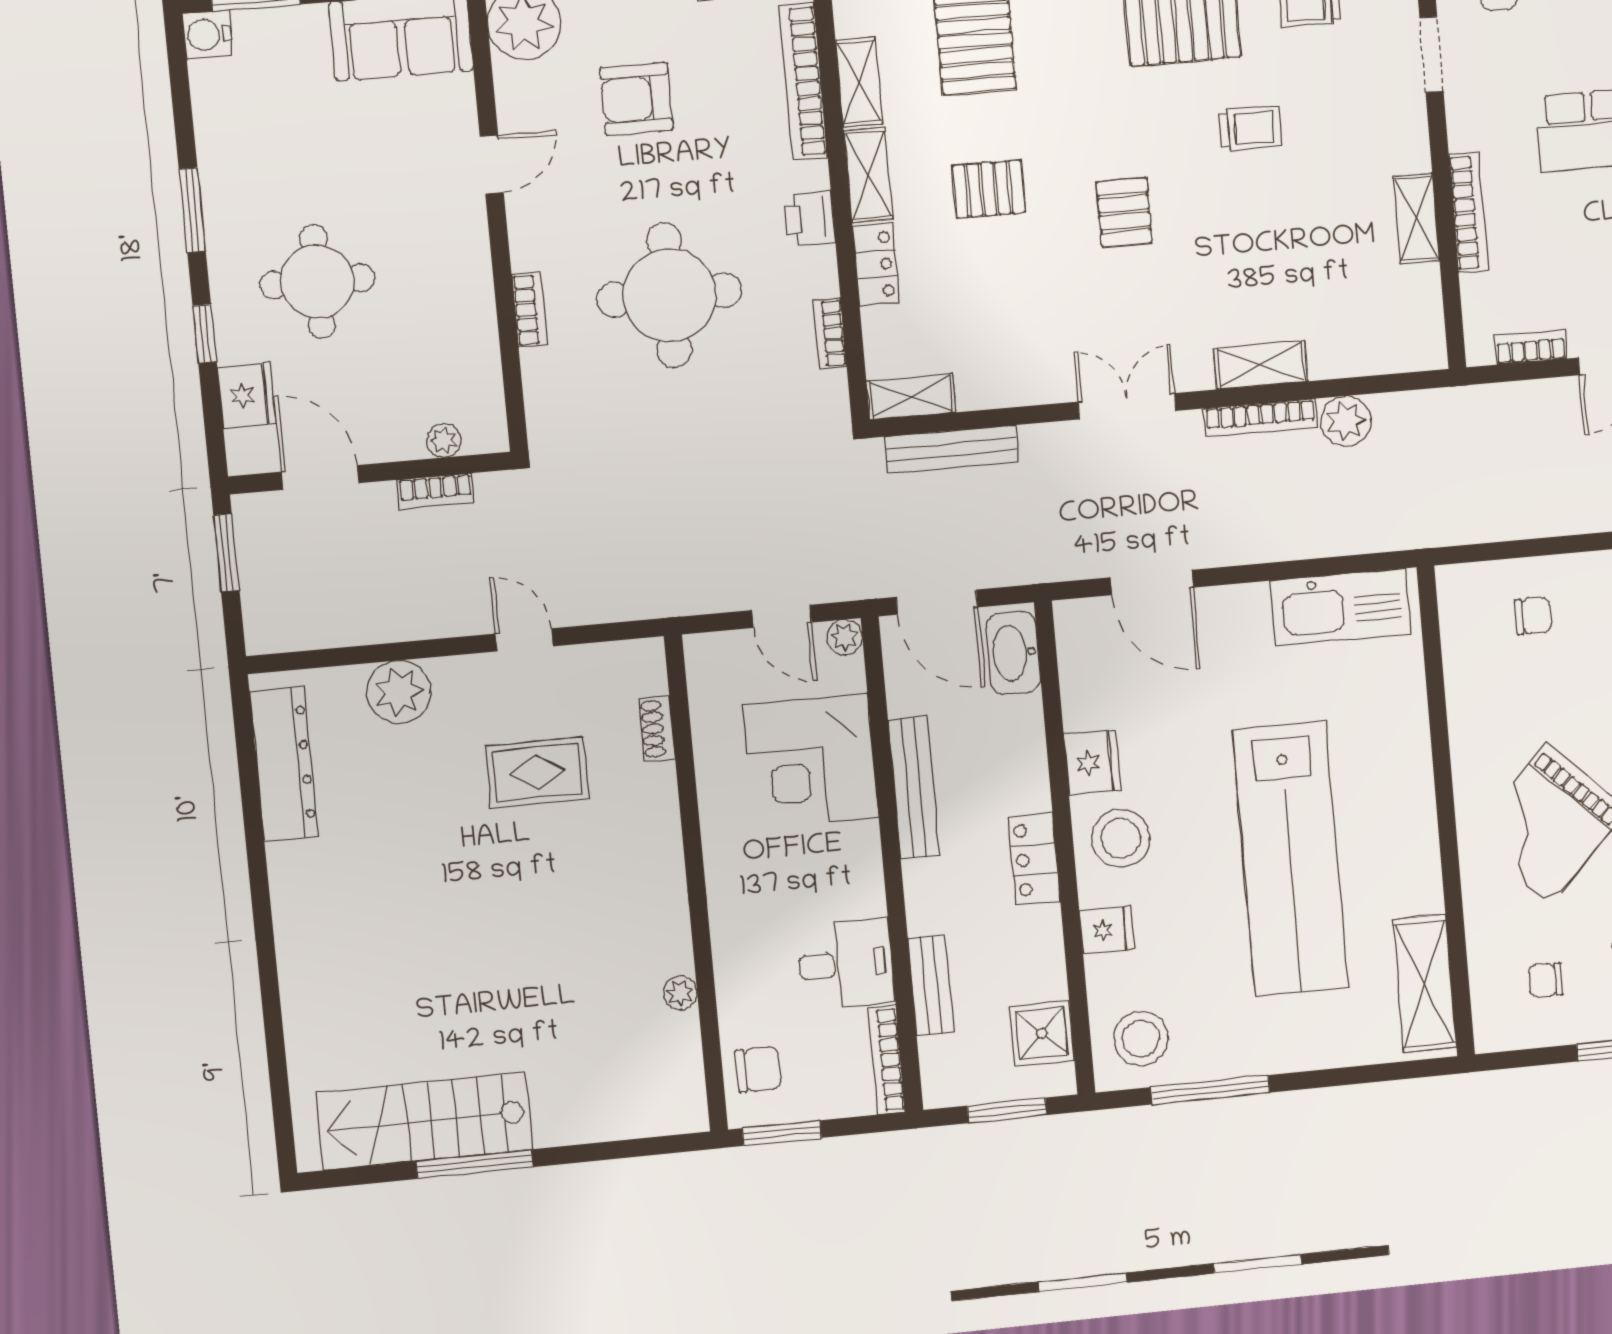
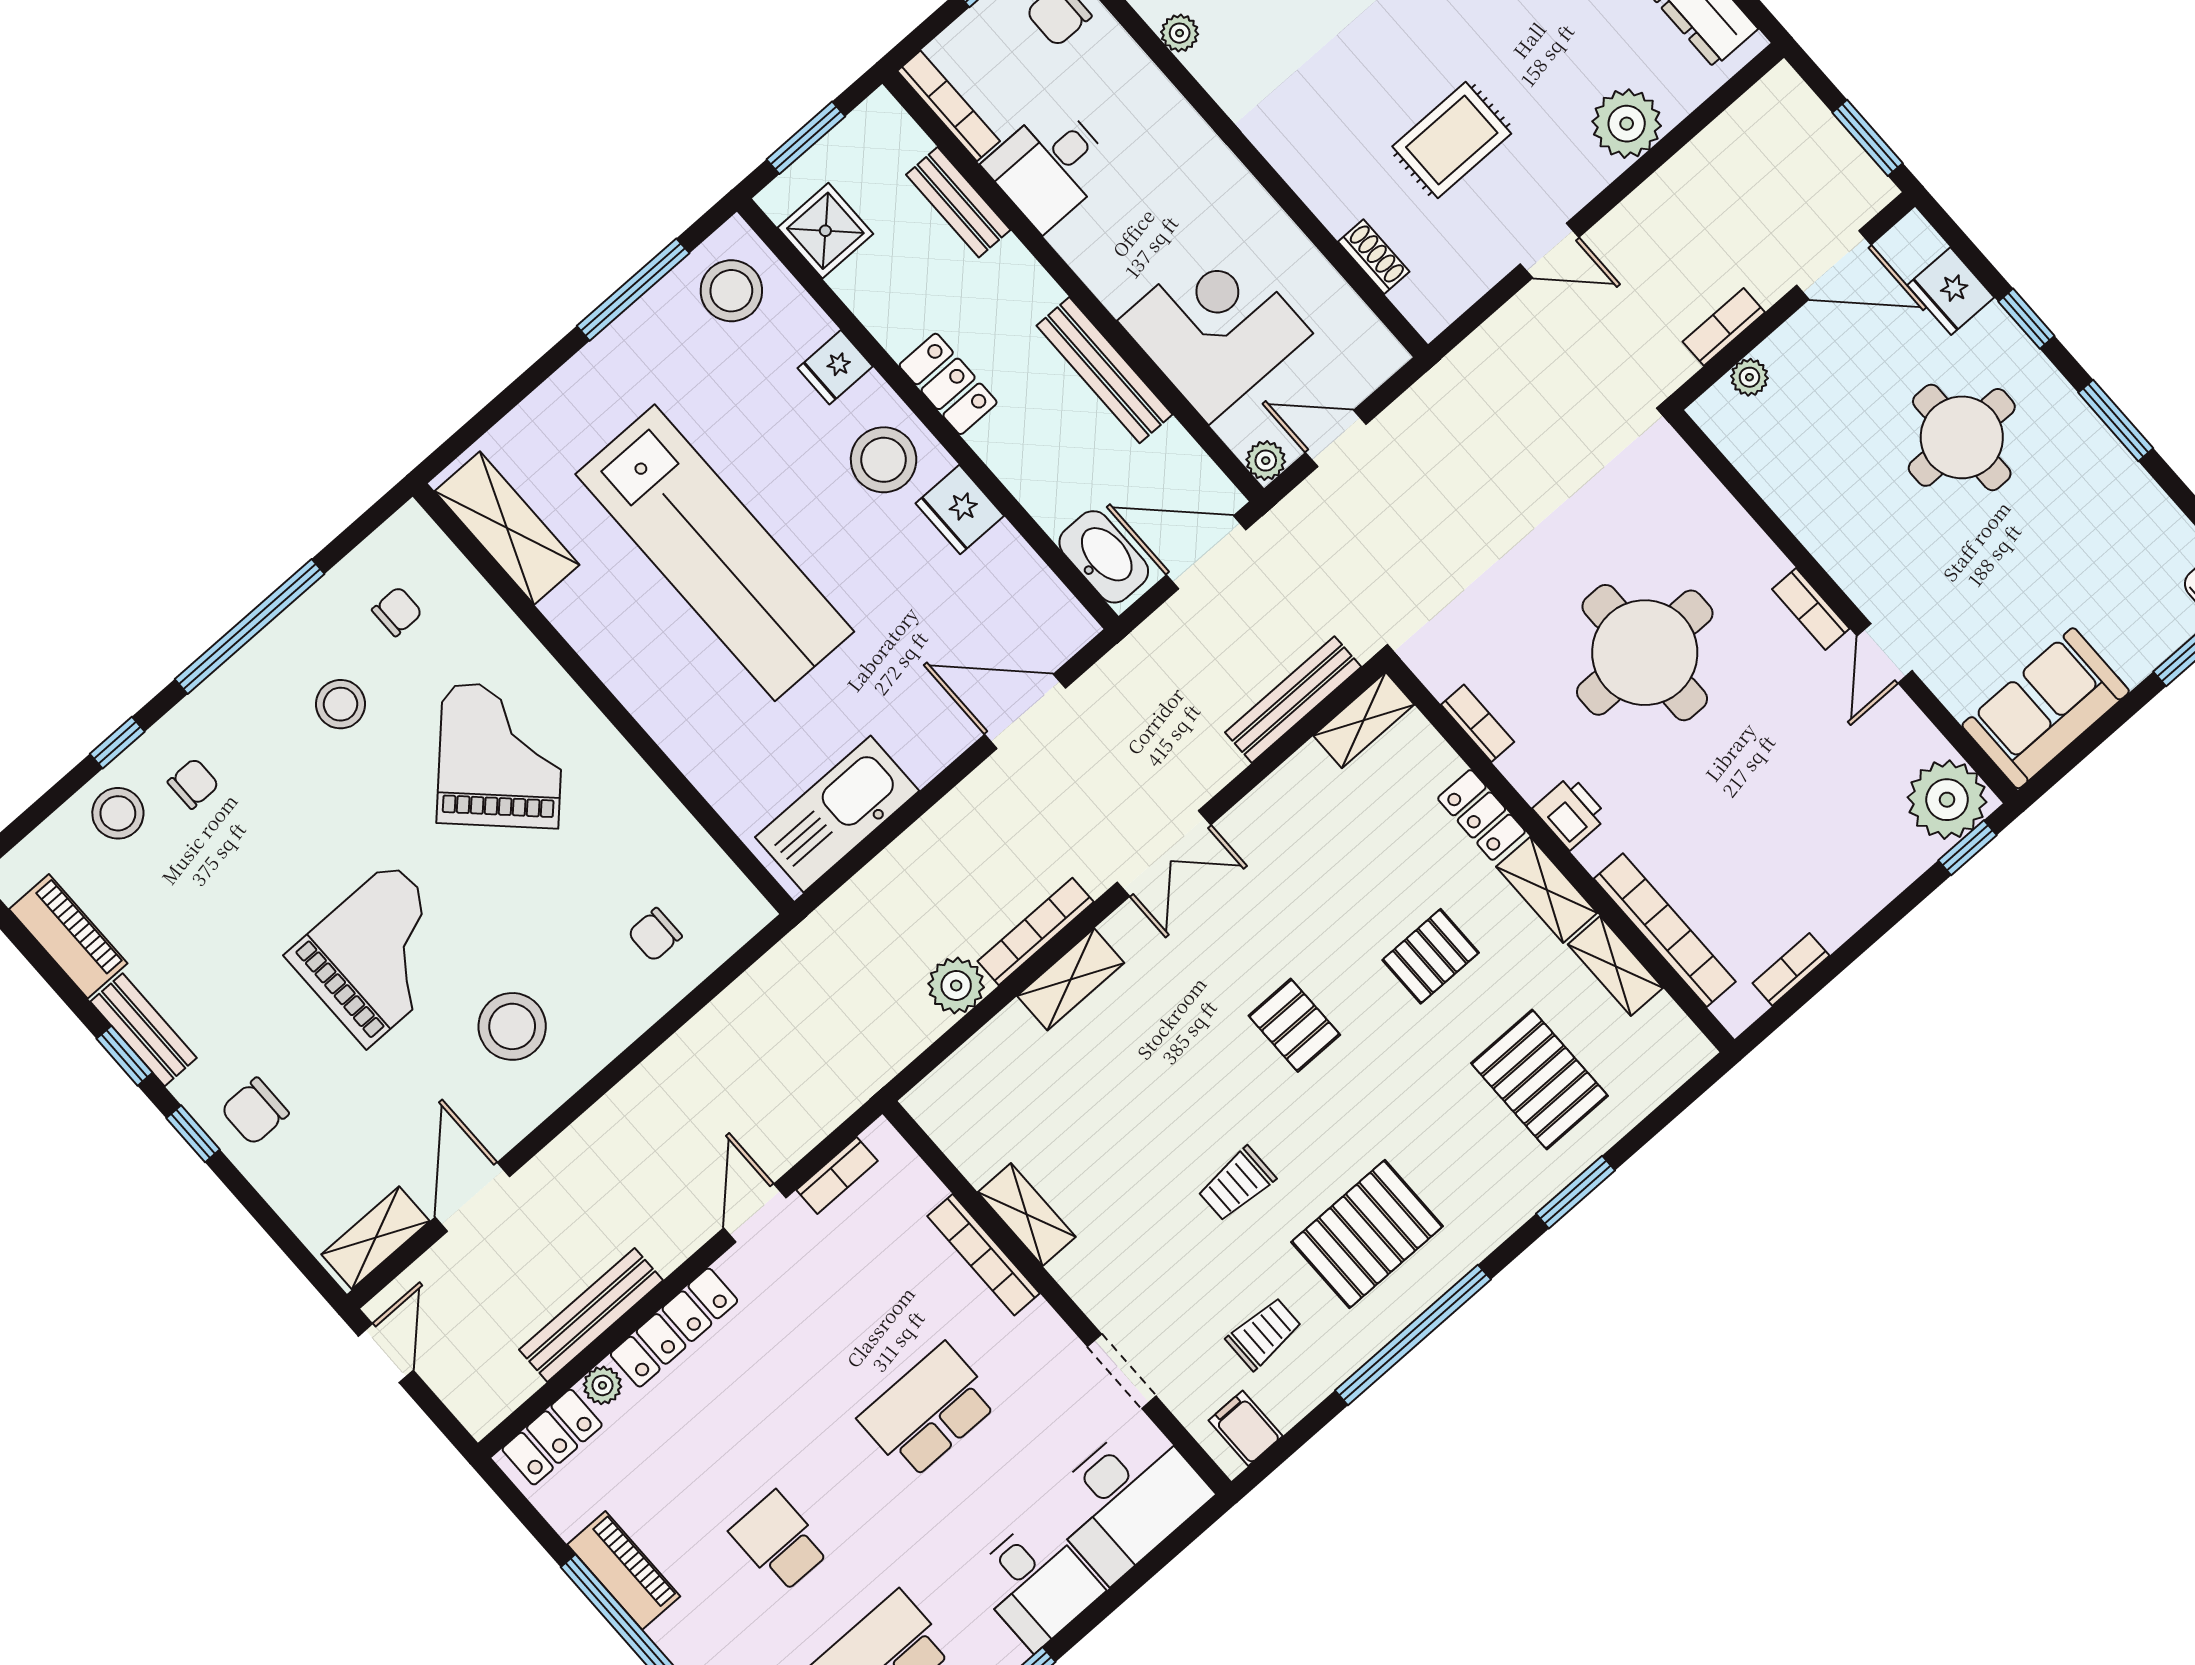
armchair: (636, 99) -> (1800, 806), removed
bookcase: (530, 310) -> (1811, 609), moved
lab bench: (1290, 859) -> (715, 553), turned 180

